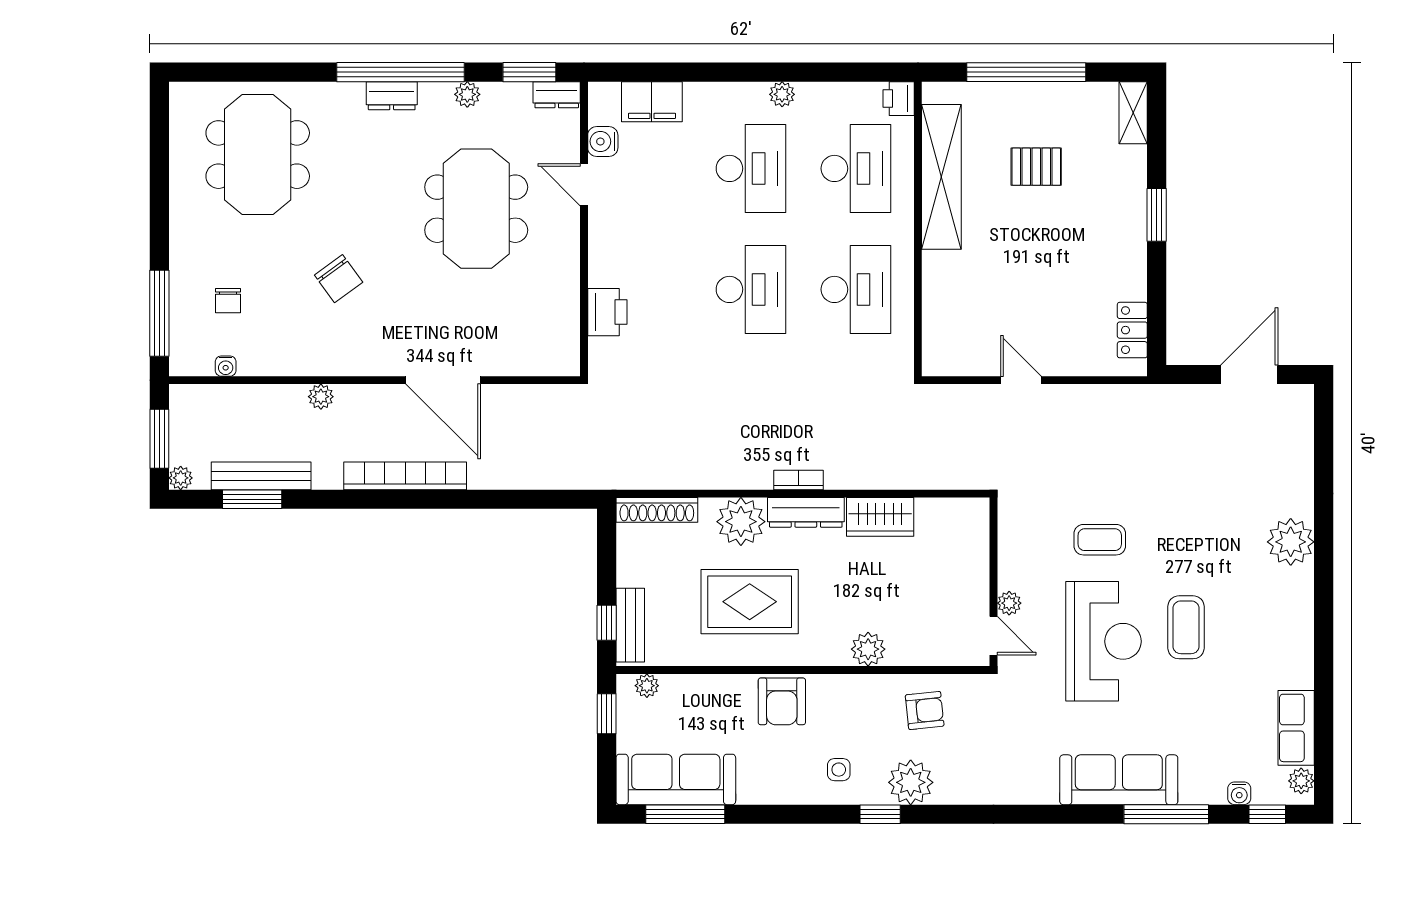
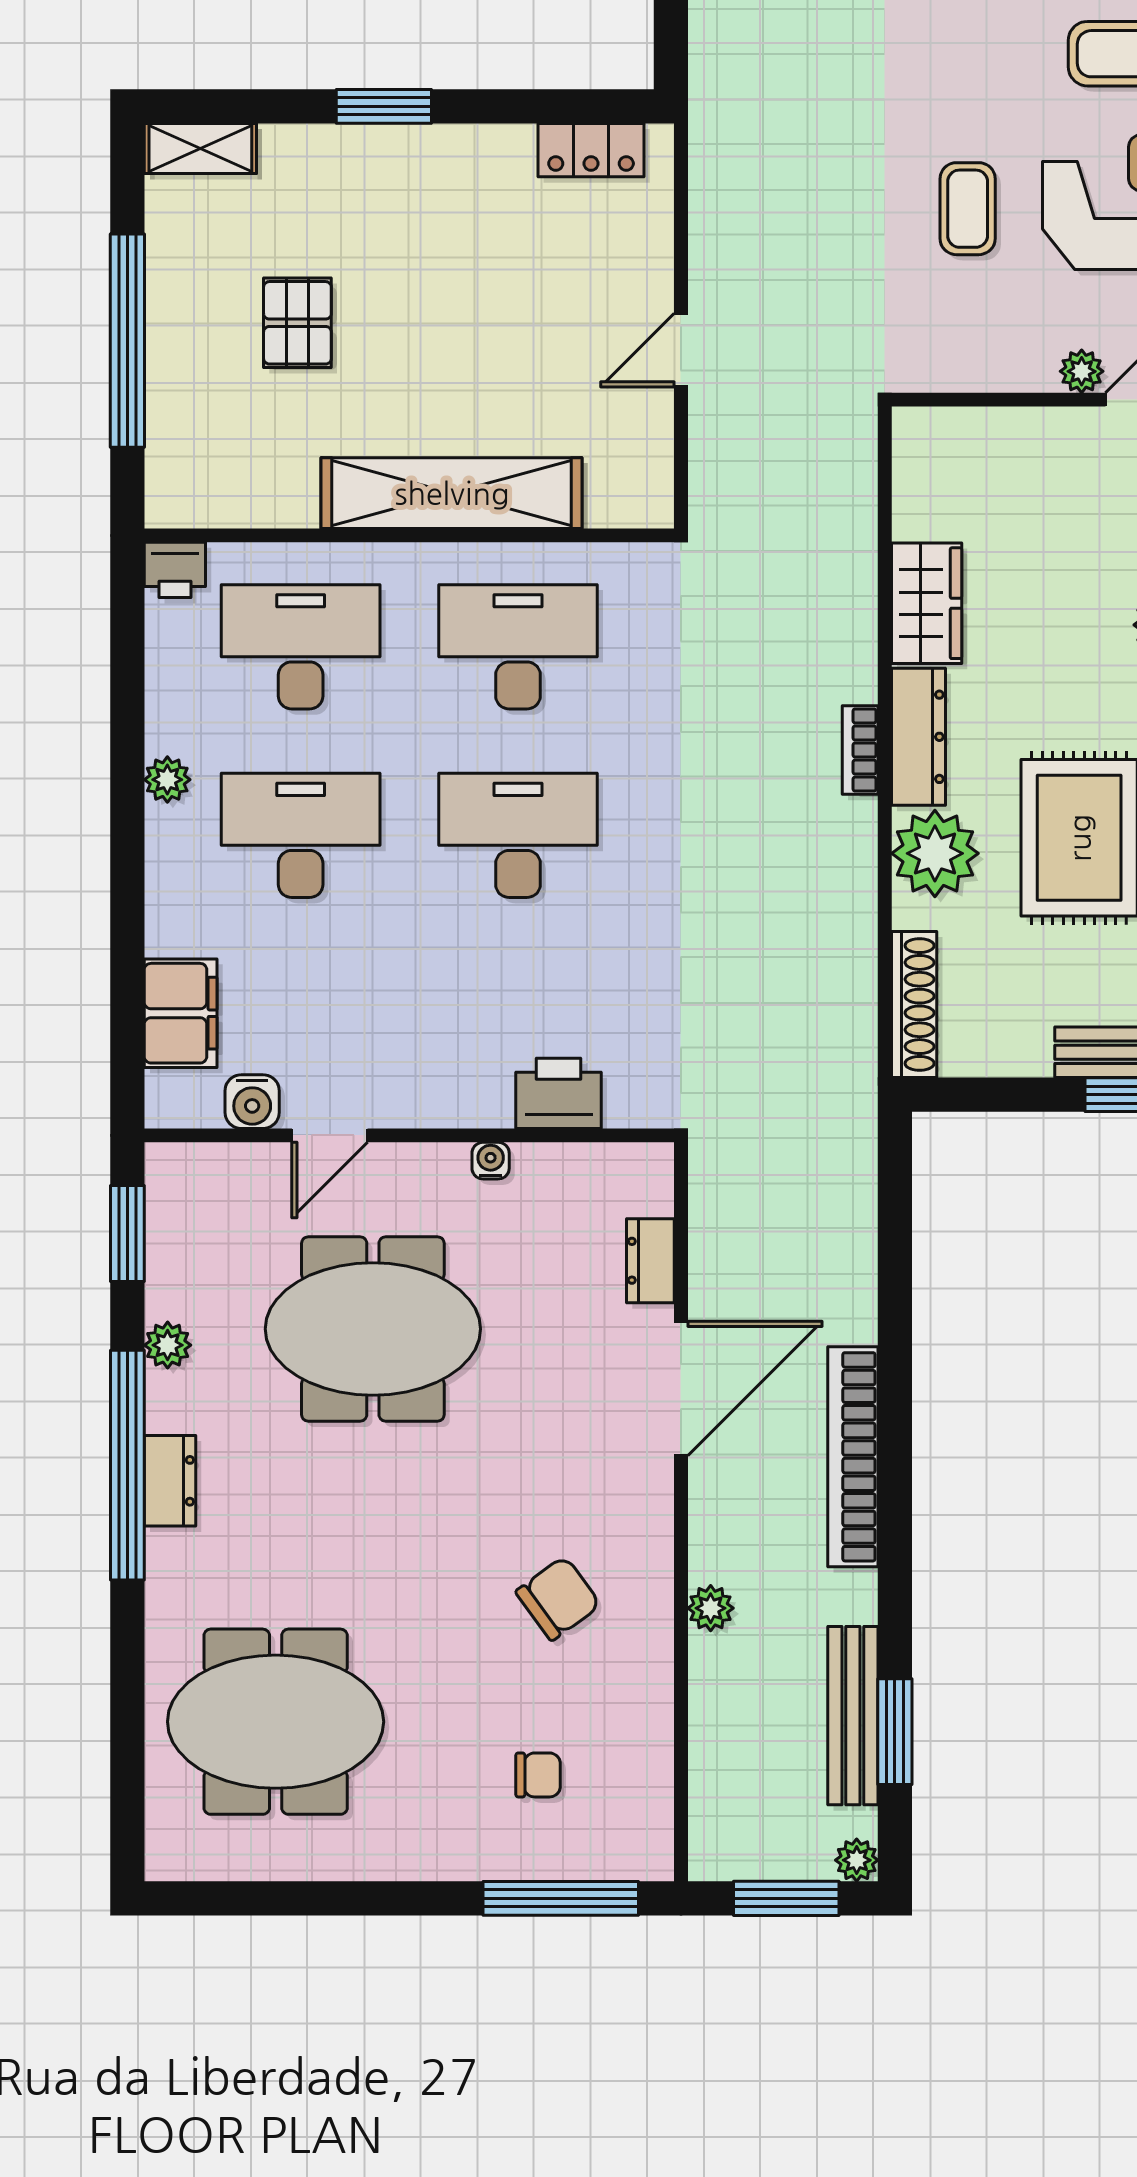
dresser: (557, 95) -> (650, 1261), moved, turned 180
shelving: (941, 177) -> (452, 493), moved
chair: (339, 279) -> (558, 1598), moved
water cooler: (226, 366) -> (491, 1161), moved, turned -90

